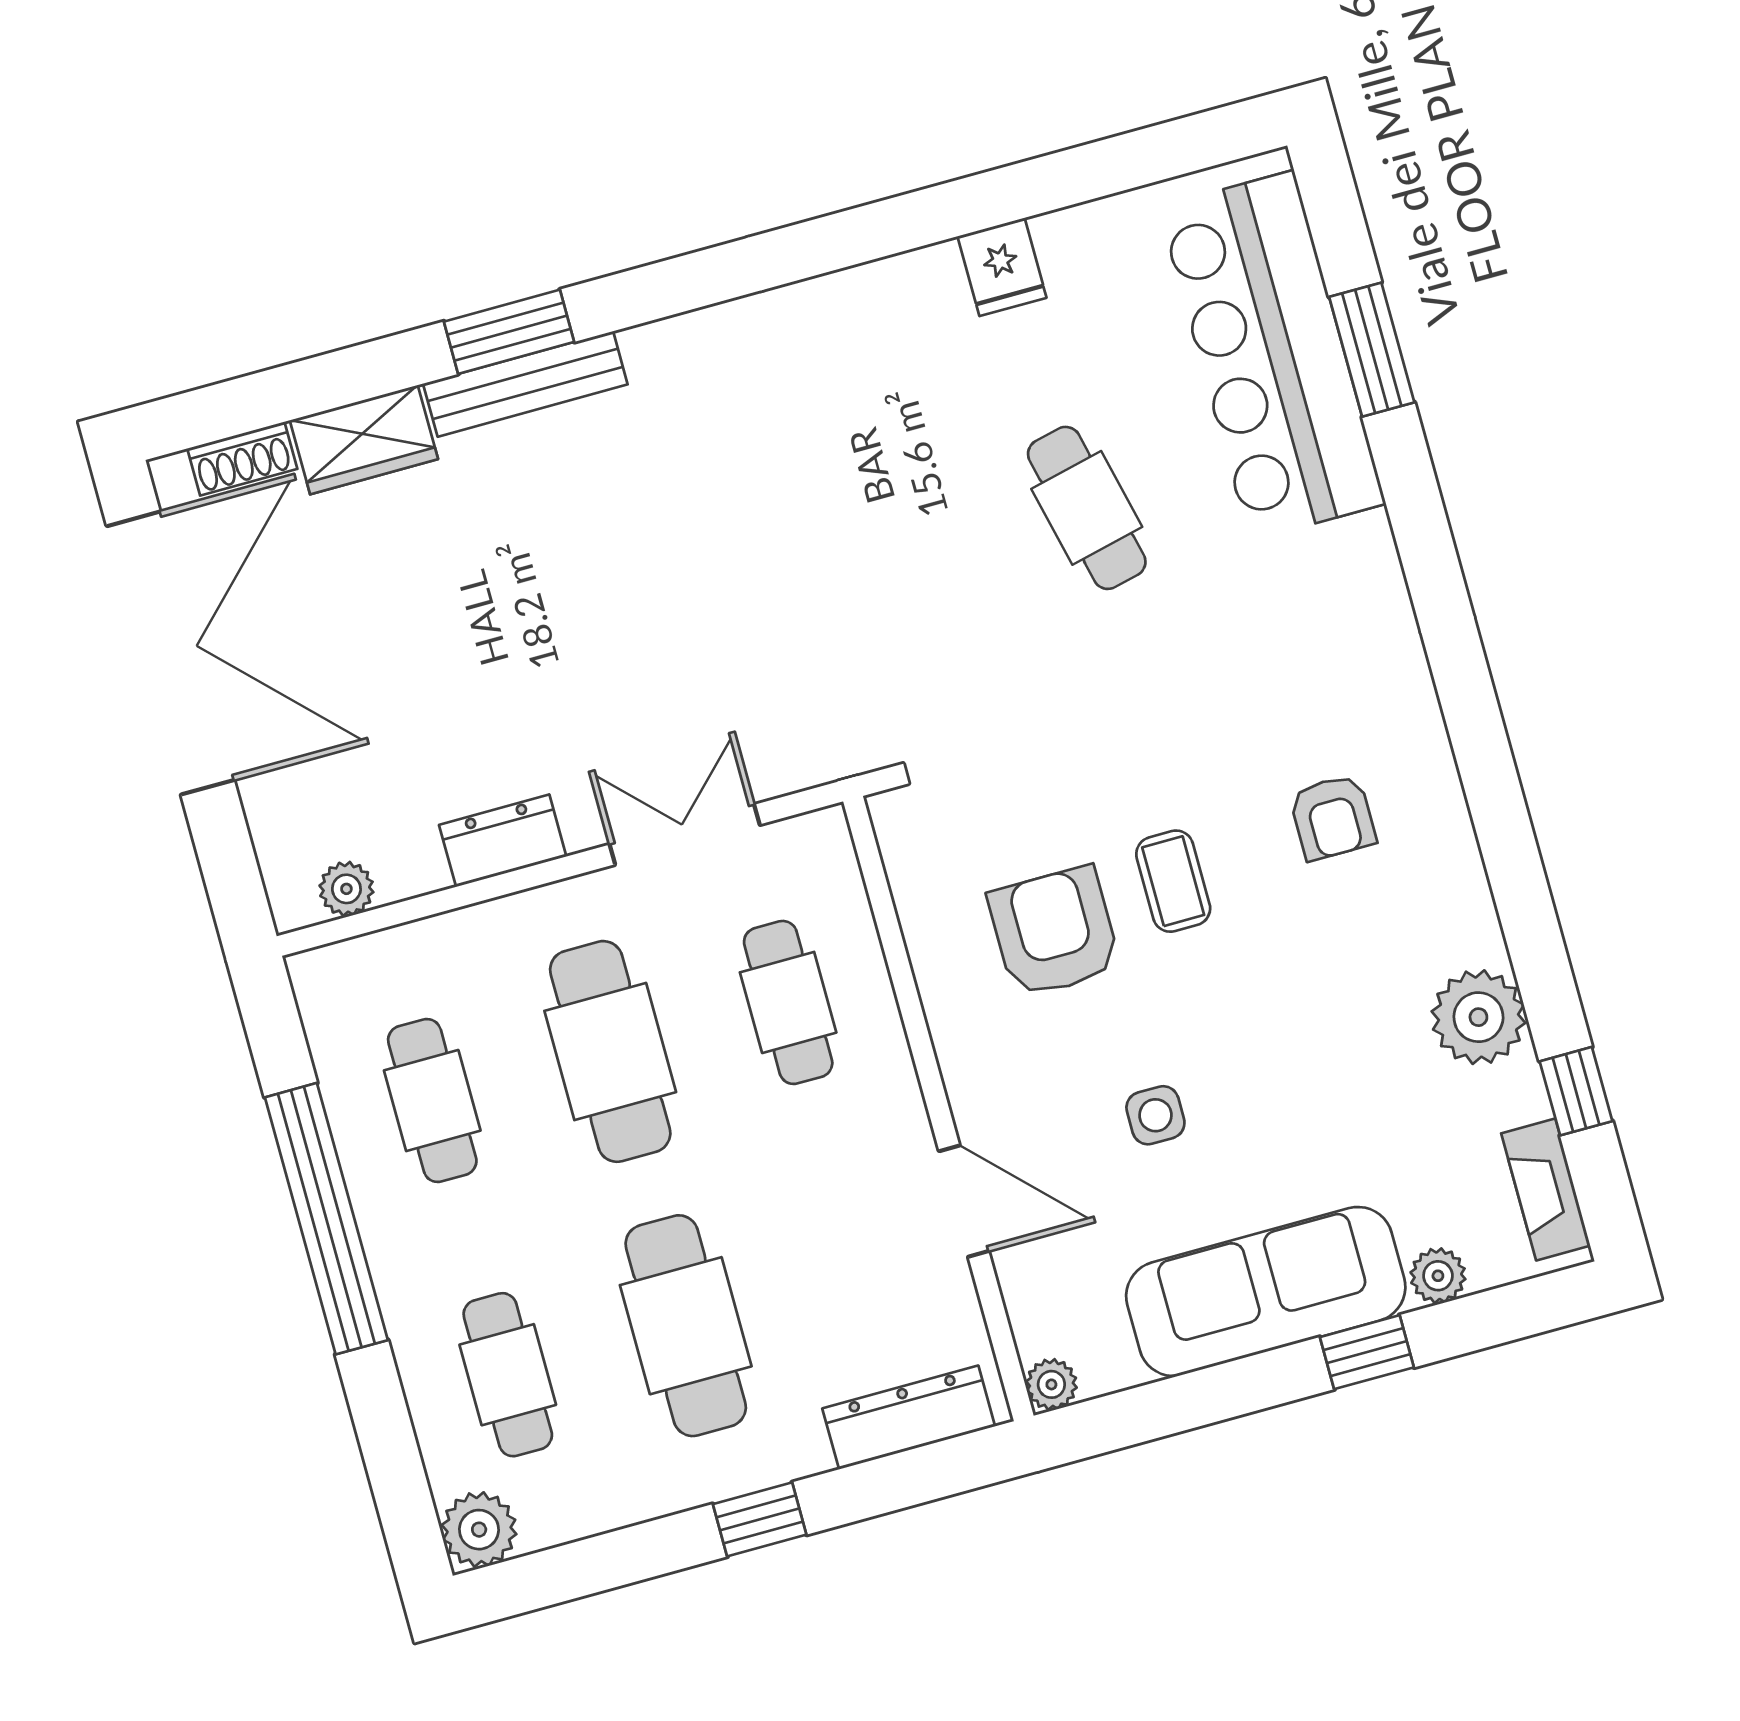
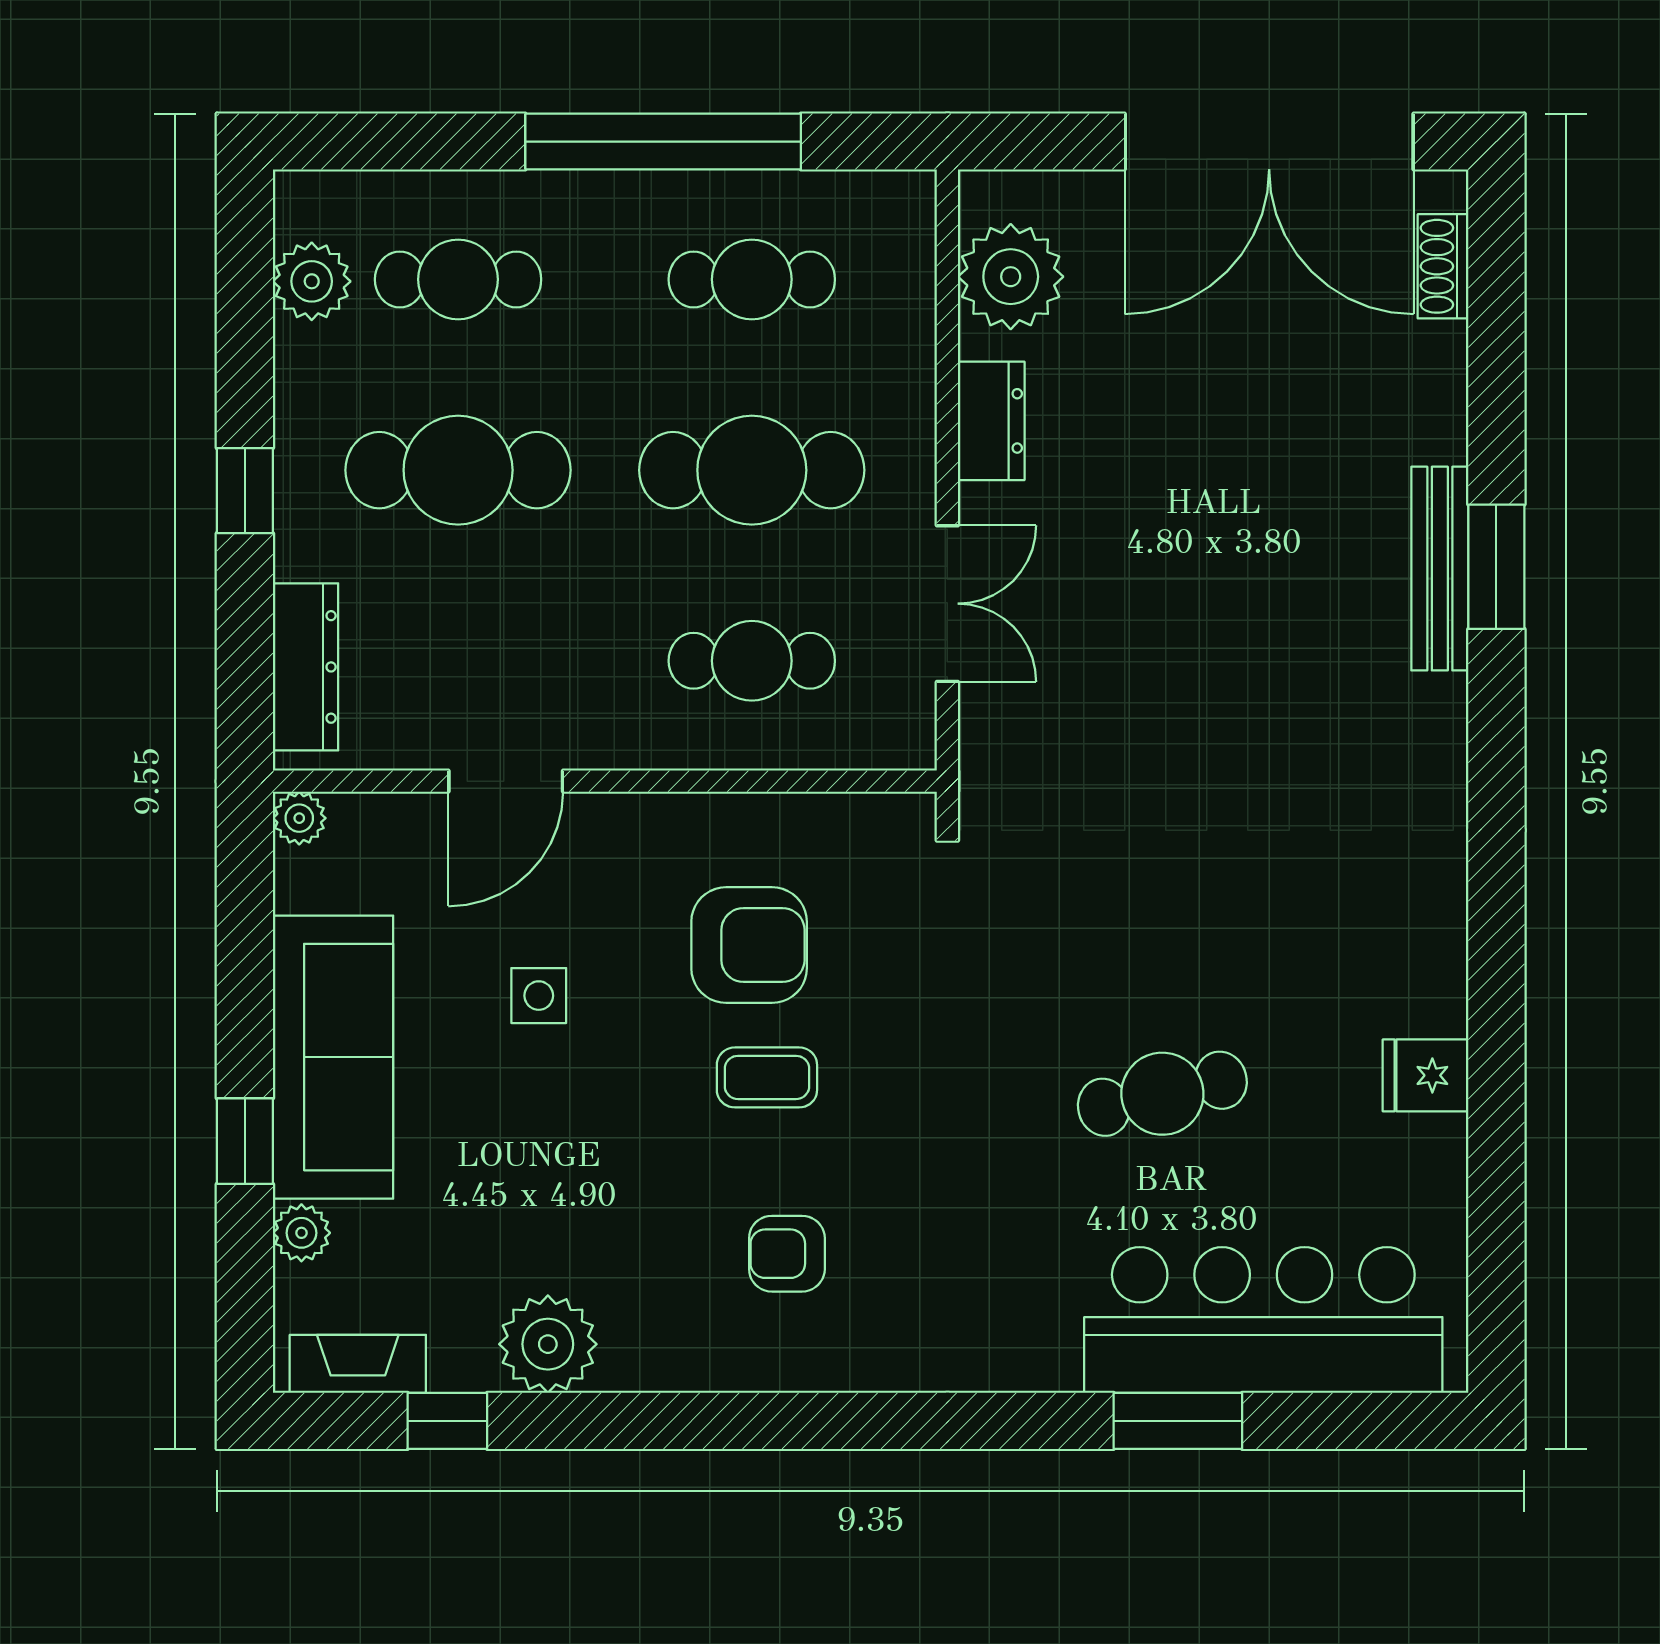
window: (1372, 350) -> (1178, 1421), moved
wardrobe: (364, 440) -> (1429, 393), removed
plant: (346, 889) -> (1011, 277), width x1.88, depth x1.88
plant: (479, 1530) -> (312, 281), moved

